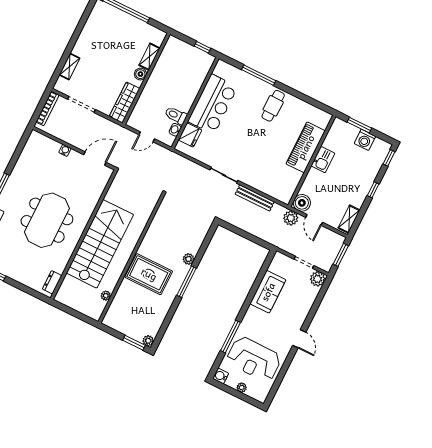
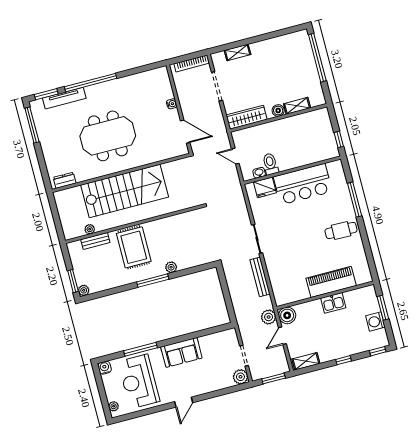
sofa: (268, 292) -> (181, 352), moved
bench: (118, 299) -> (95, 241), added
plant: (242, 388) -> (114, 406), moved

